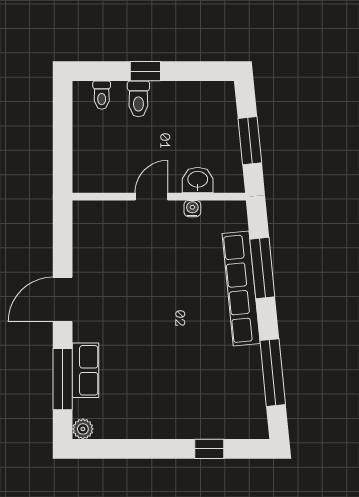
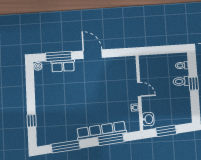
washbasin: (198, 180) -> (148, 119), moved

